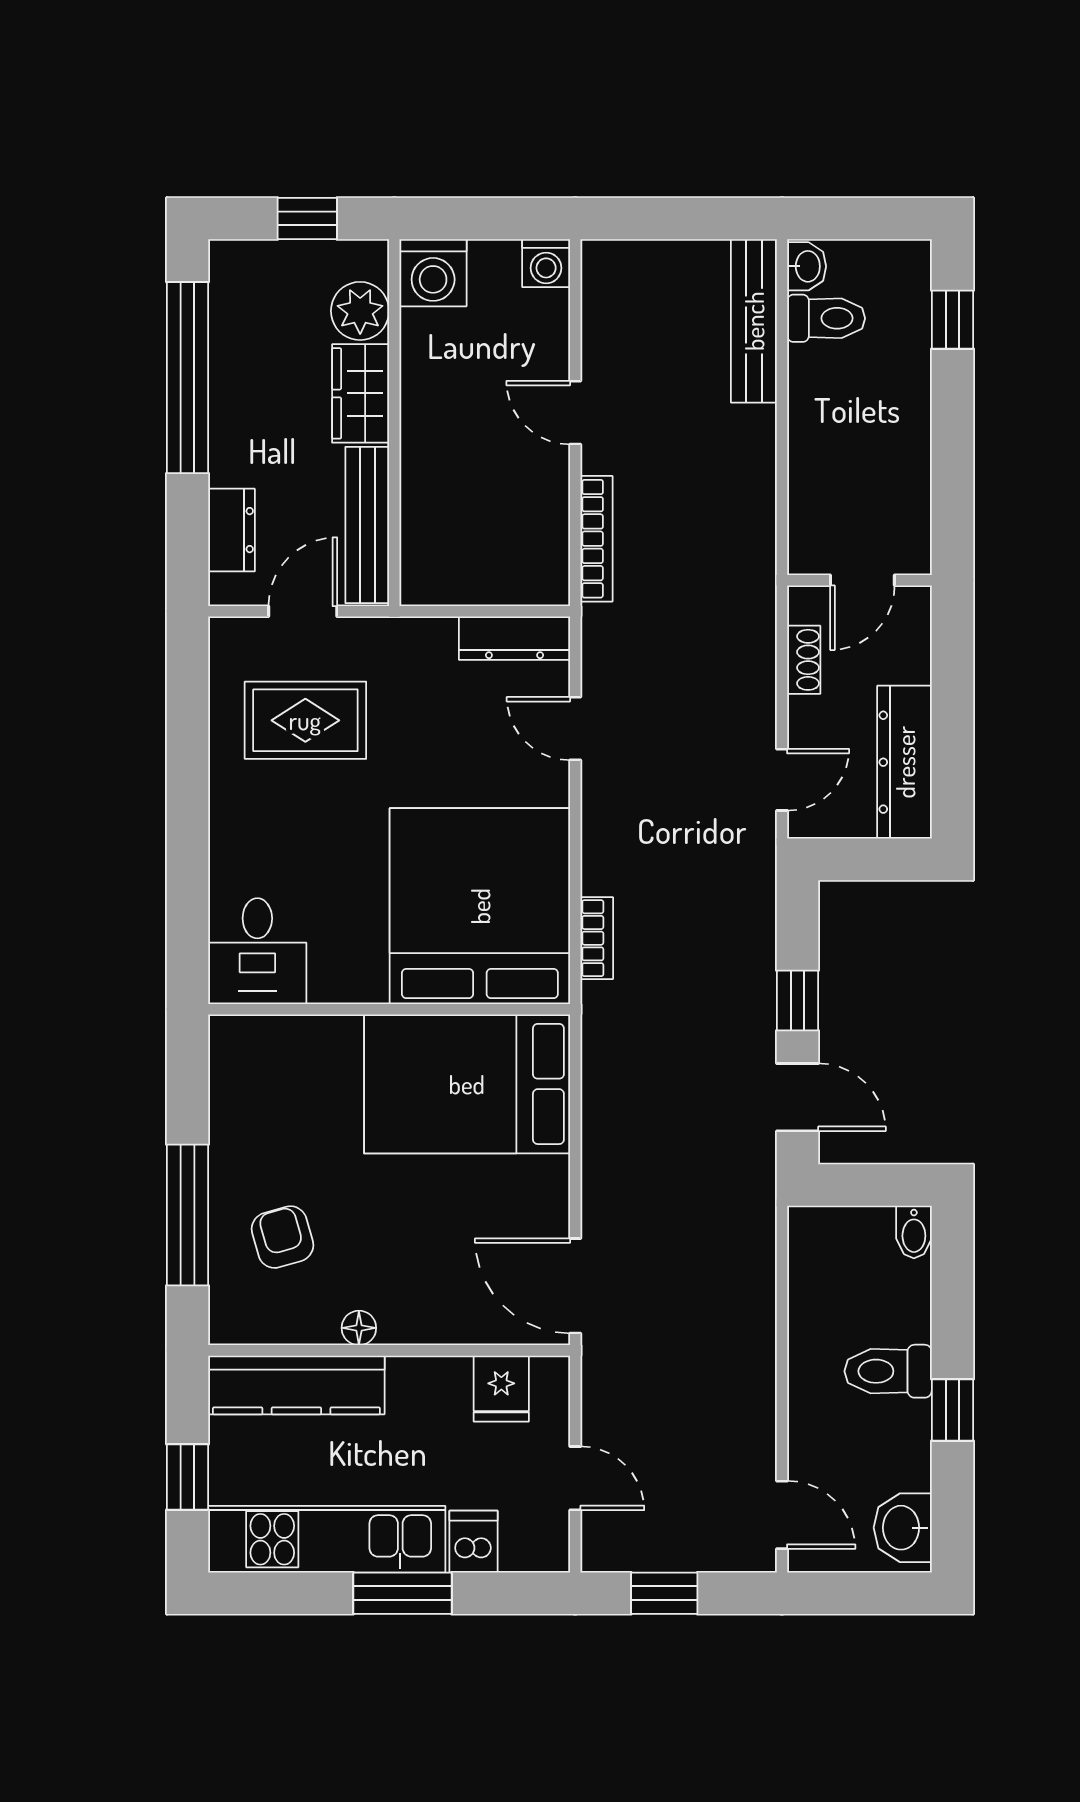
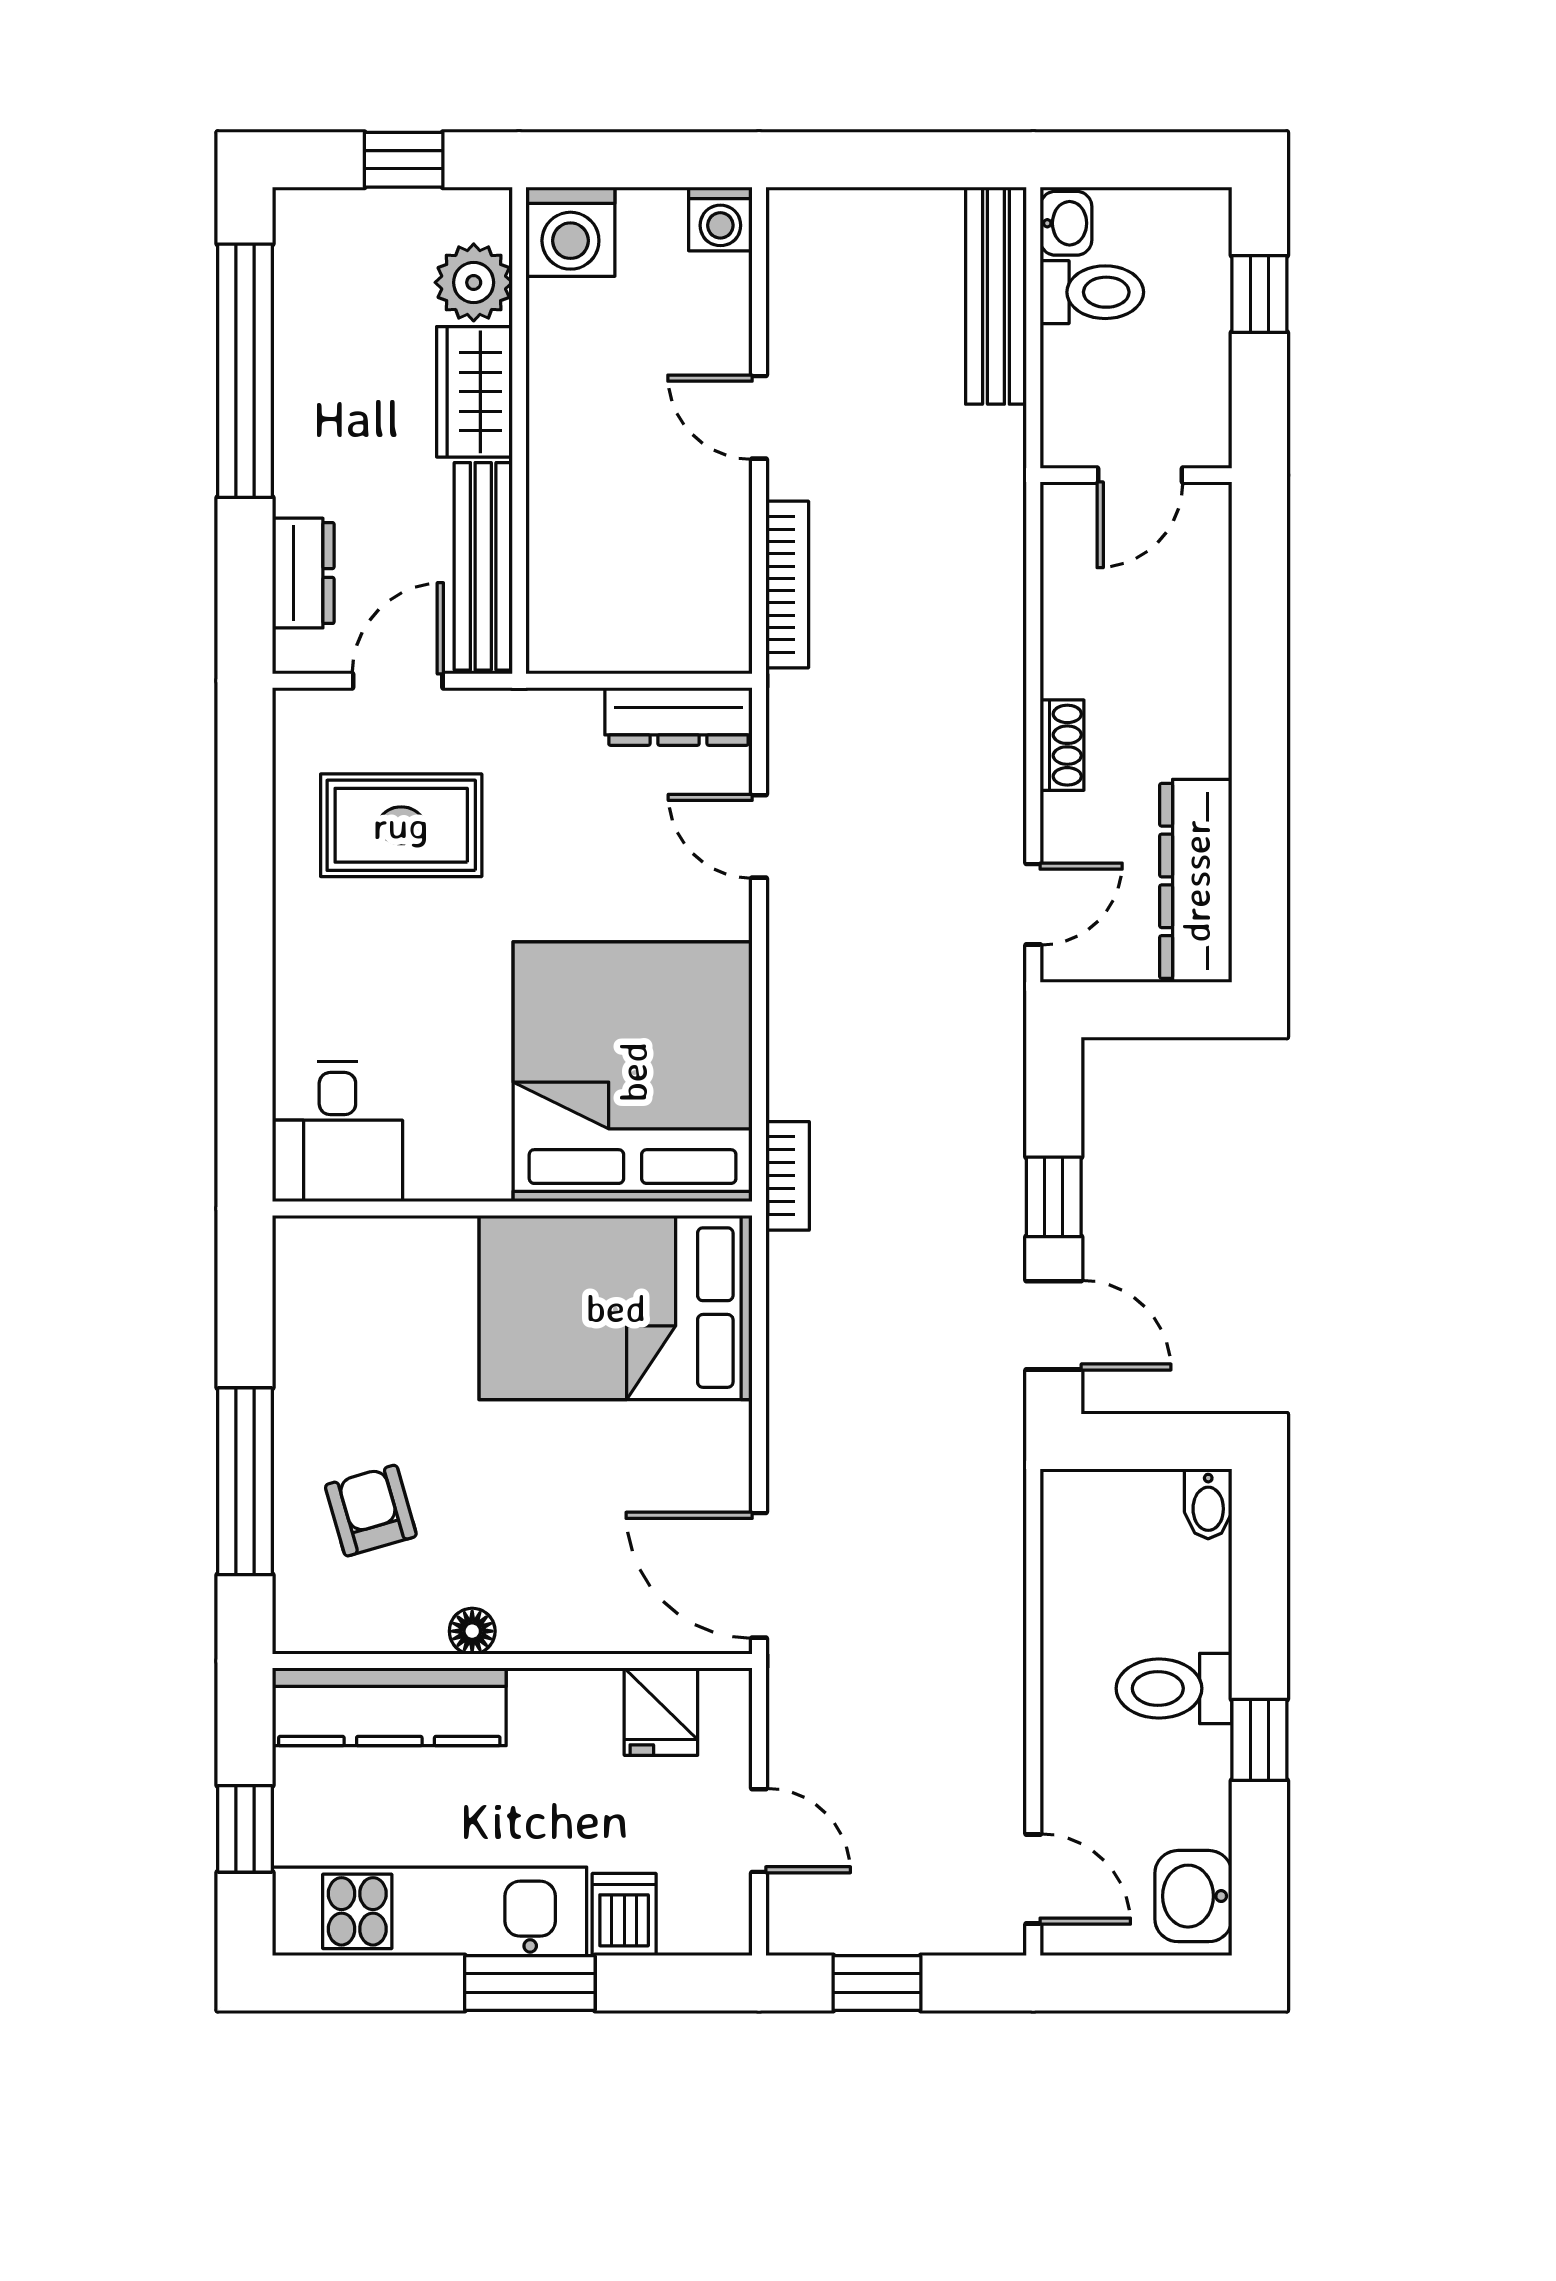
wall: (859, 580) -> (1136, 475), moved
door: (862, 580) -> (1140, 475), moved
bookcase: (597, 938) -> (788, 1176), moved

